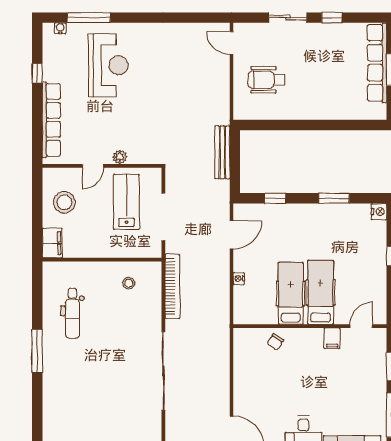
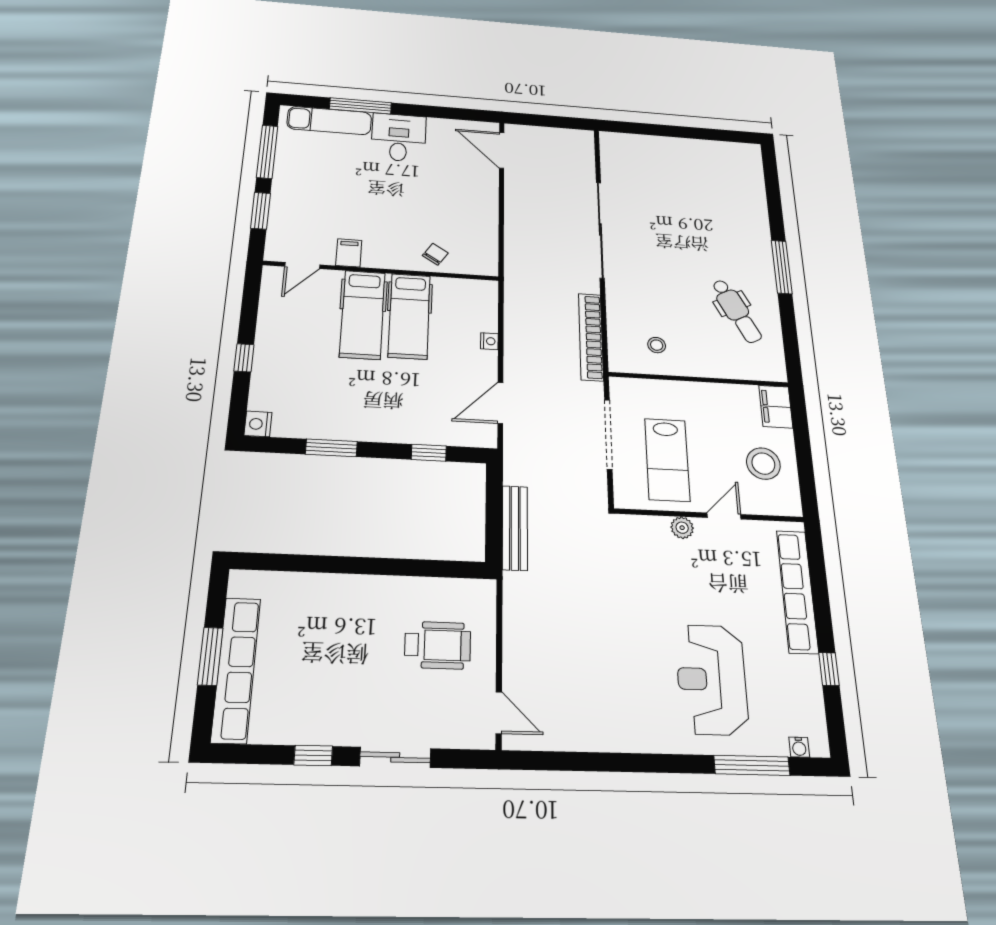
dental chair: (72, 313) -> (736, 311), turned 153

